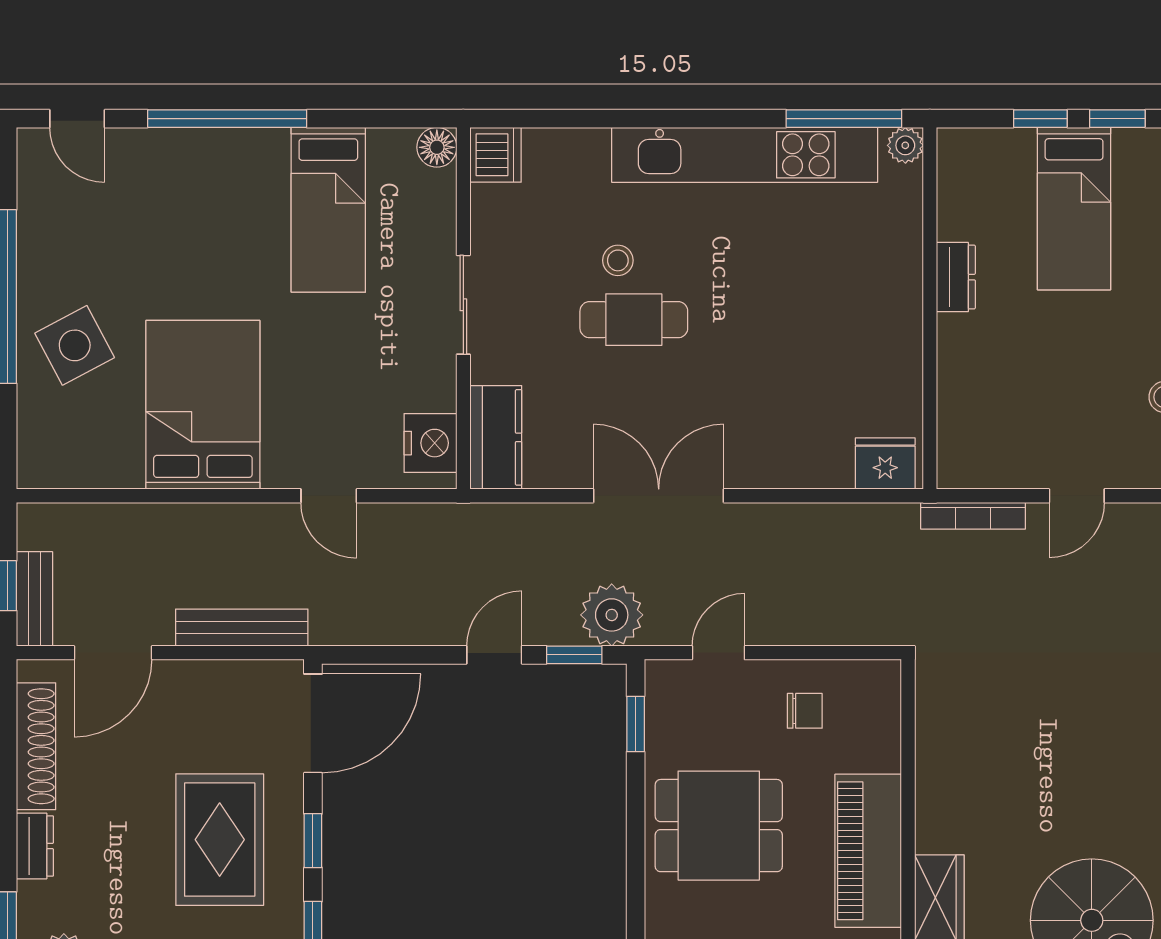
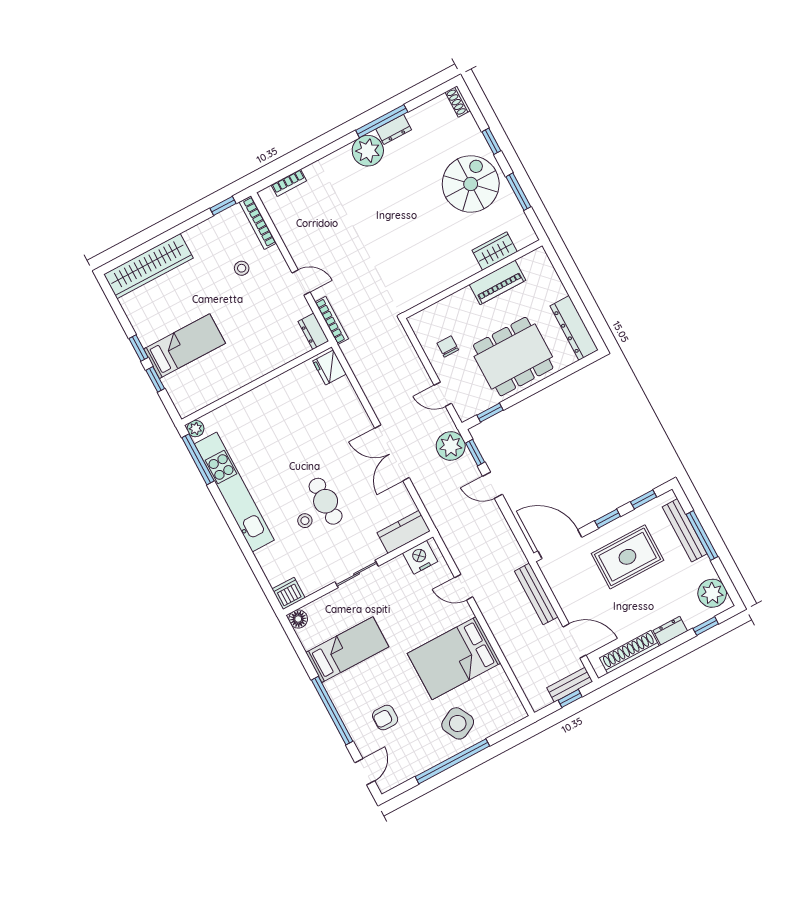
armchair: (160, 213) -> (385, 717), added
dresser: (956, 277) -> (313, 331), moved, turned -90
door: (329, 496) -> (464, 587), swing flipped
dining table: (719, 826) -> (513, 357), width x1.38
piano: (868, 851) -> (498, 282), width x0.73, depth x0.75

